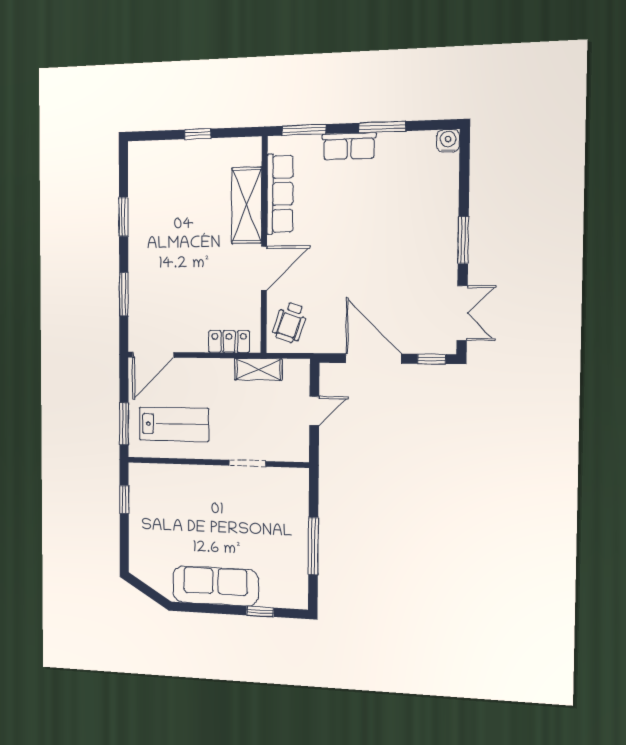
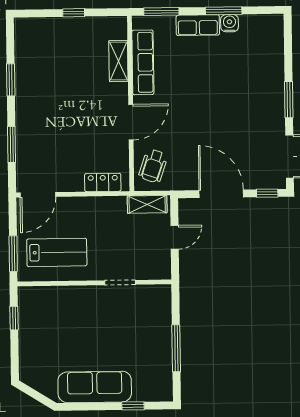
water cooler: (448, 141) -> (229, 23), moved
shelving: (247, 205) -> (118, 61), width x0.67, depth x0.75
shelving: (258, 369) -> (147, 204), moved

